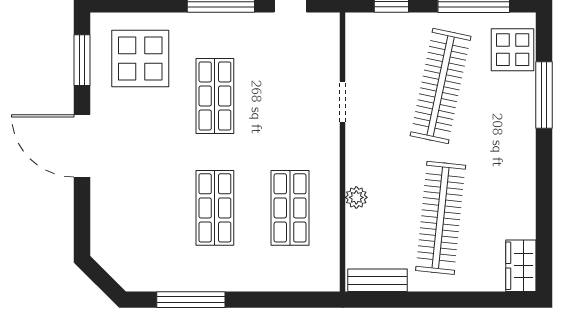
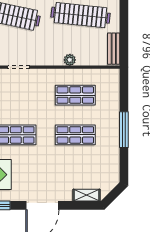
shelving: (101, 229) -> (86, 195), added
window: (191, 300) -> (124, 130), moved

